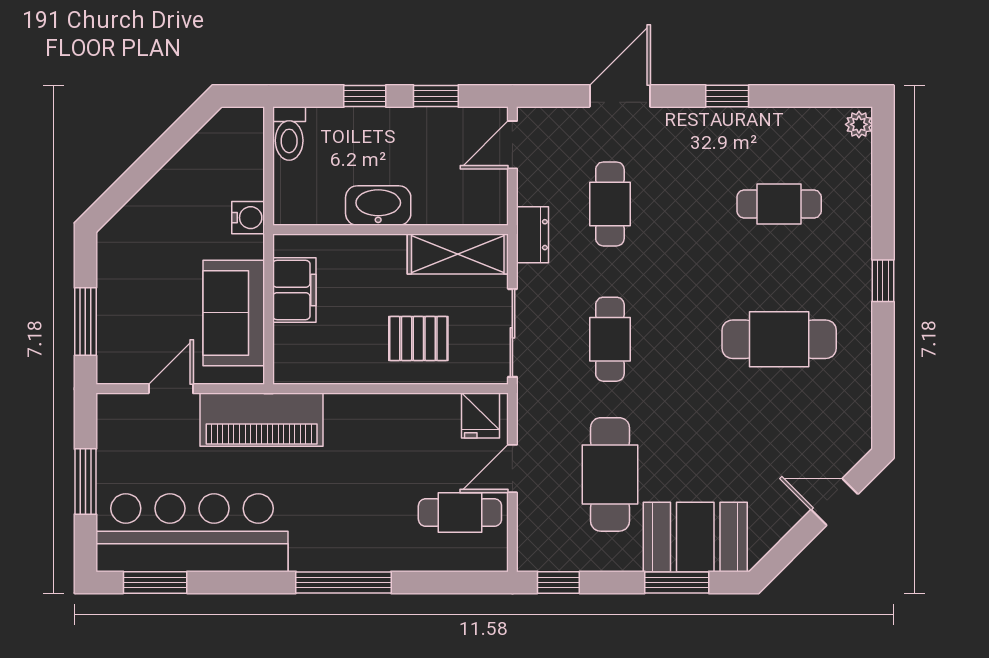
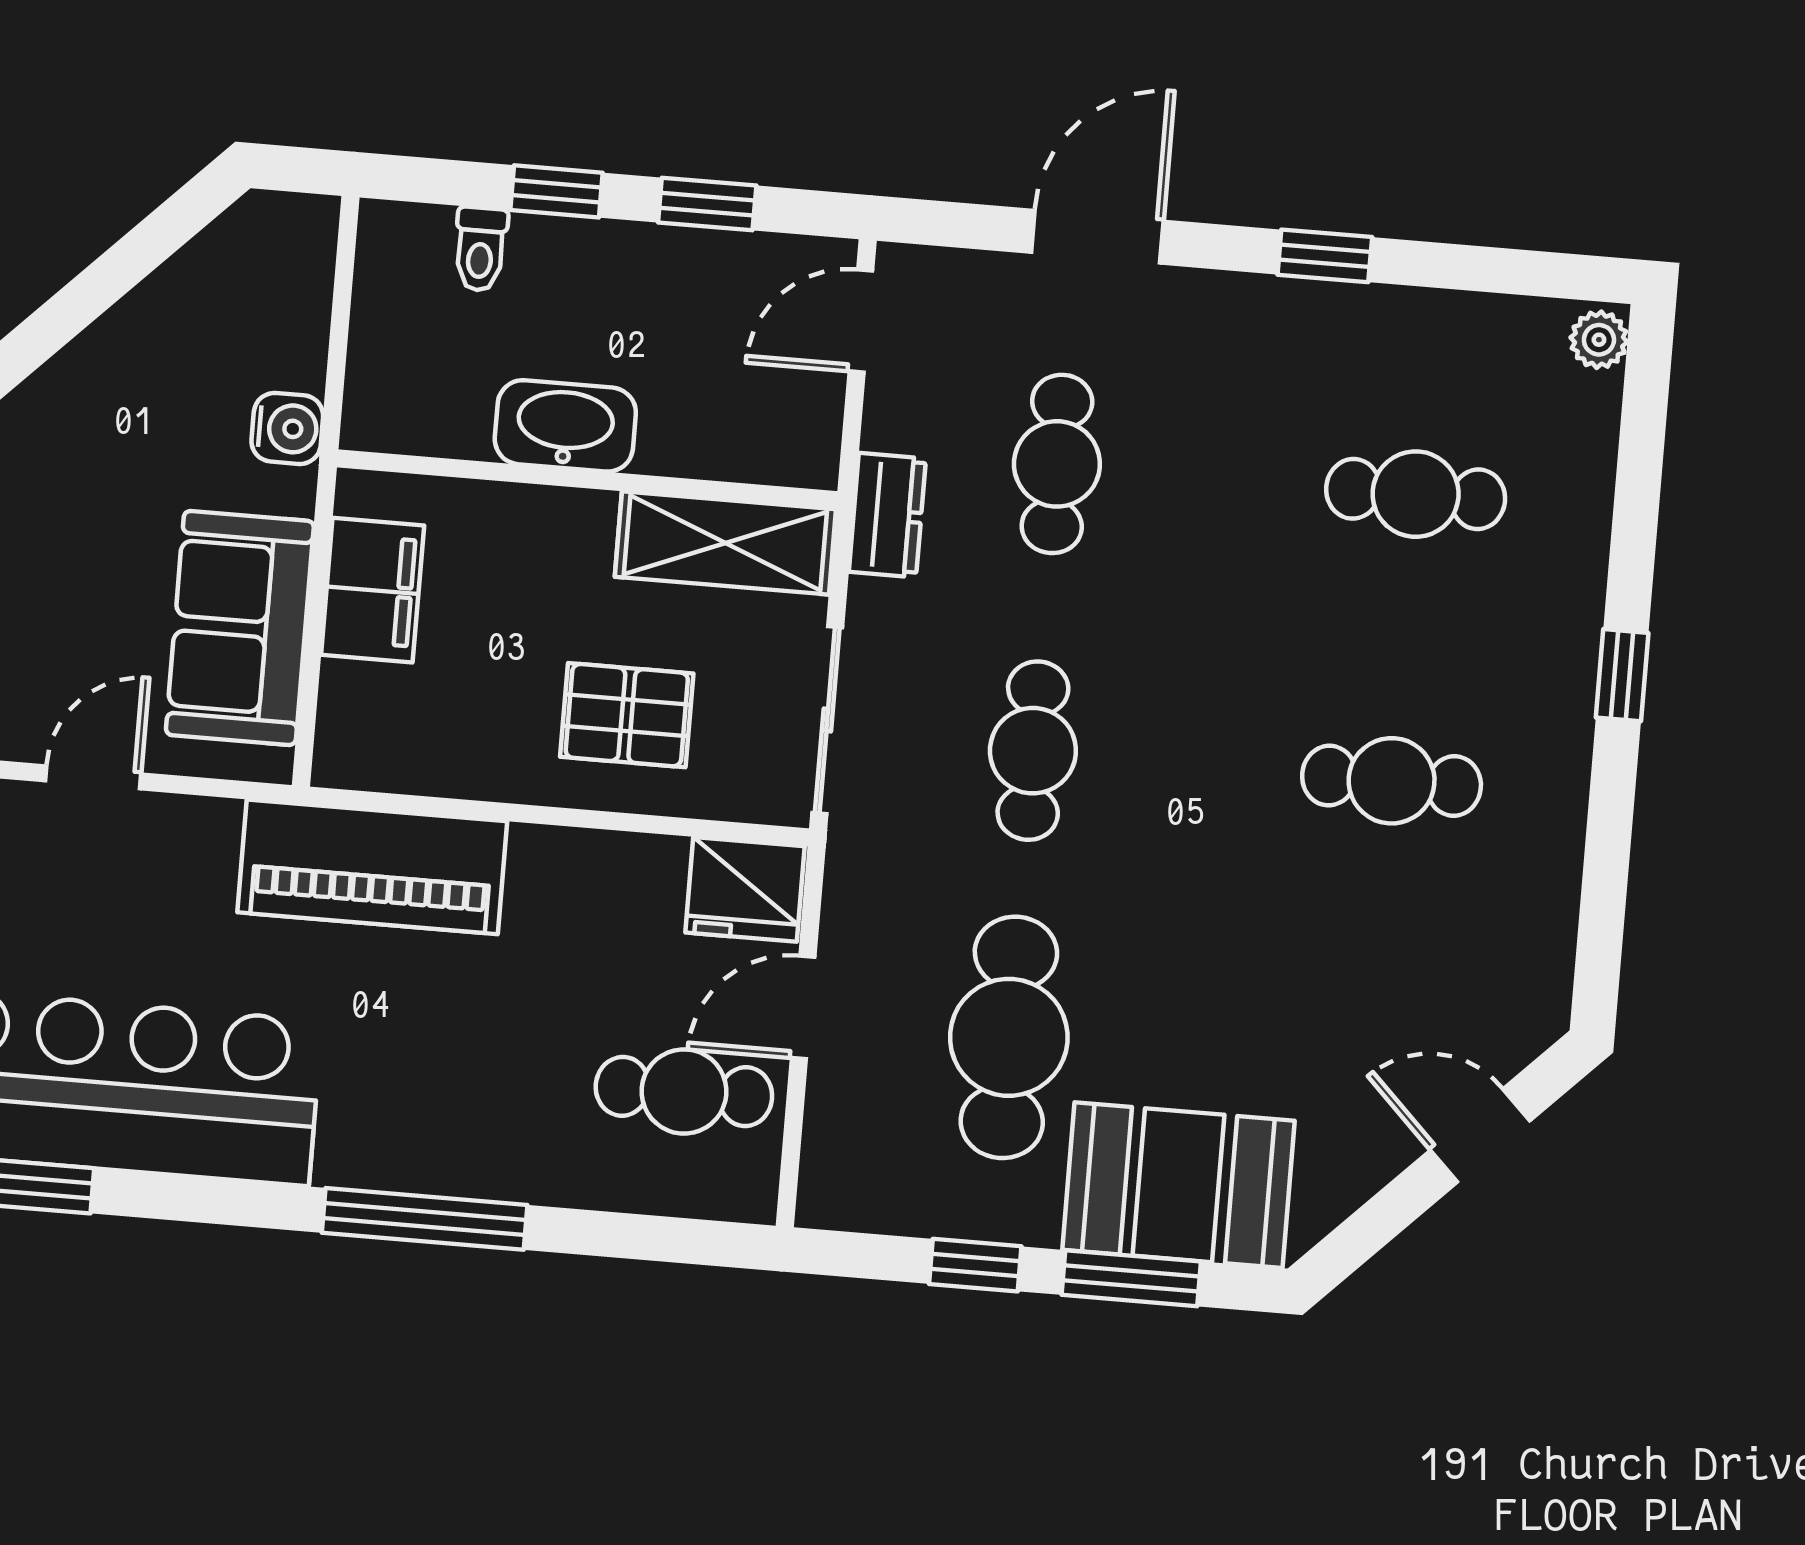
toilet: (289, 133) -> (480, 249), moved, width x0.73, depth x0.72
cafe table: (779, 339) -> (1392, 781), width x0.73, depth x0.74
fridge: (481, 416) -> (745, 889), width x1.38
piano: (262, 420) -> (372, 867), moved
window: (558, 582) -> (975, 1265), moved

